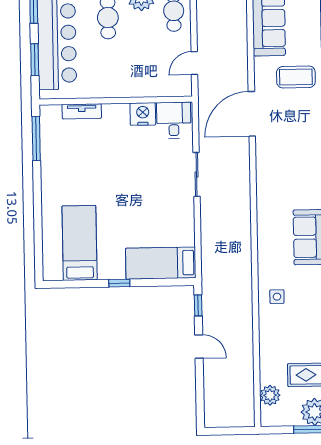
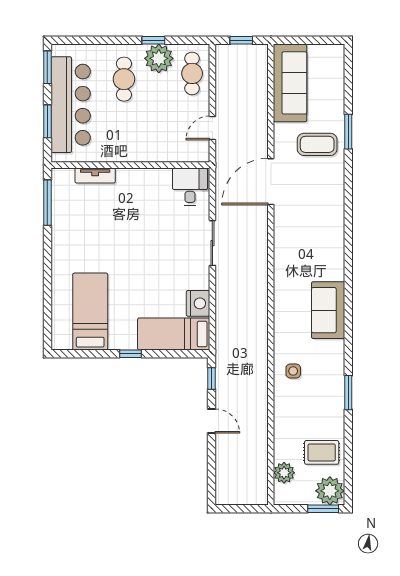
nightstand: (143, 114) -> (198, 303), moved, turned 90

